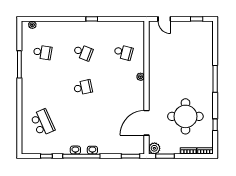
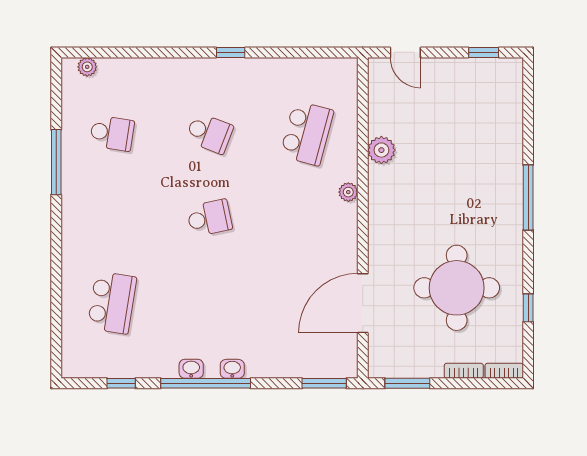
school desk: (123, 52) -> (307, 133), width x1.85
school desk: (43, 123) -> (112, 303), turned 33
plant: (154, 148) -> (381, 150), moved

